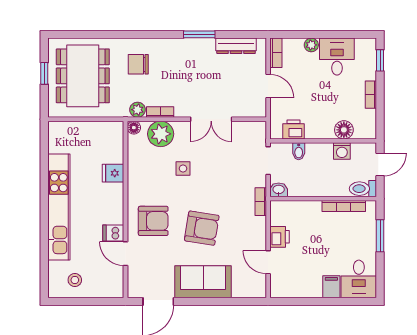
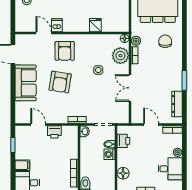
door: (268, 86) -> (151, 125), swing flipped
washing machine: (342, 151) -> (110, 154), moved
door: (125, 254) -> (44, 33), hinge flipped
door: (268, 262) -> (38, 125), hinge flipped
window: (300, 302) -> (13, 145), added

